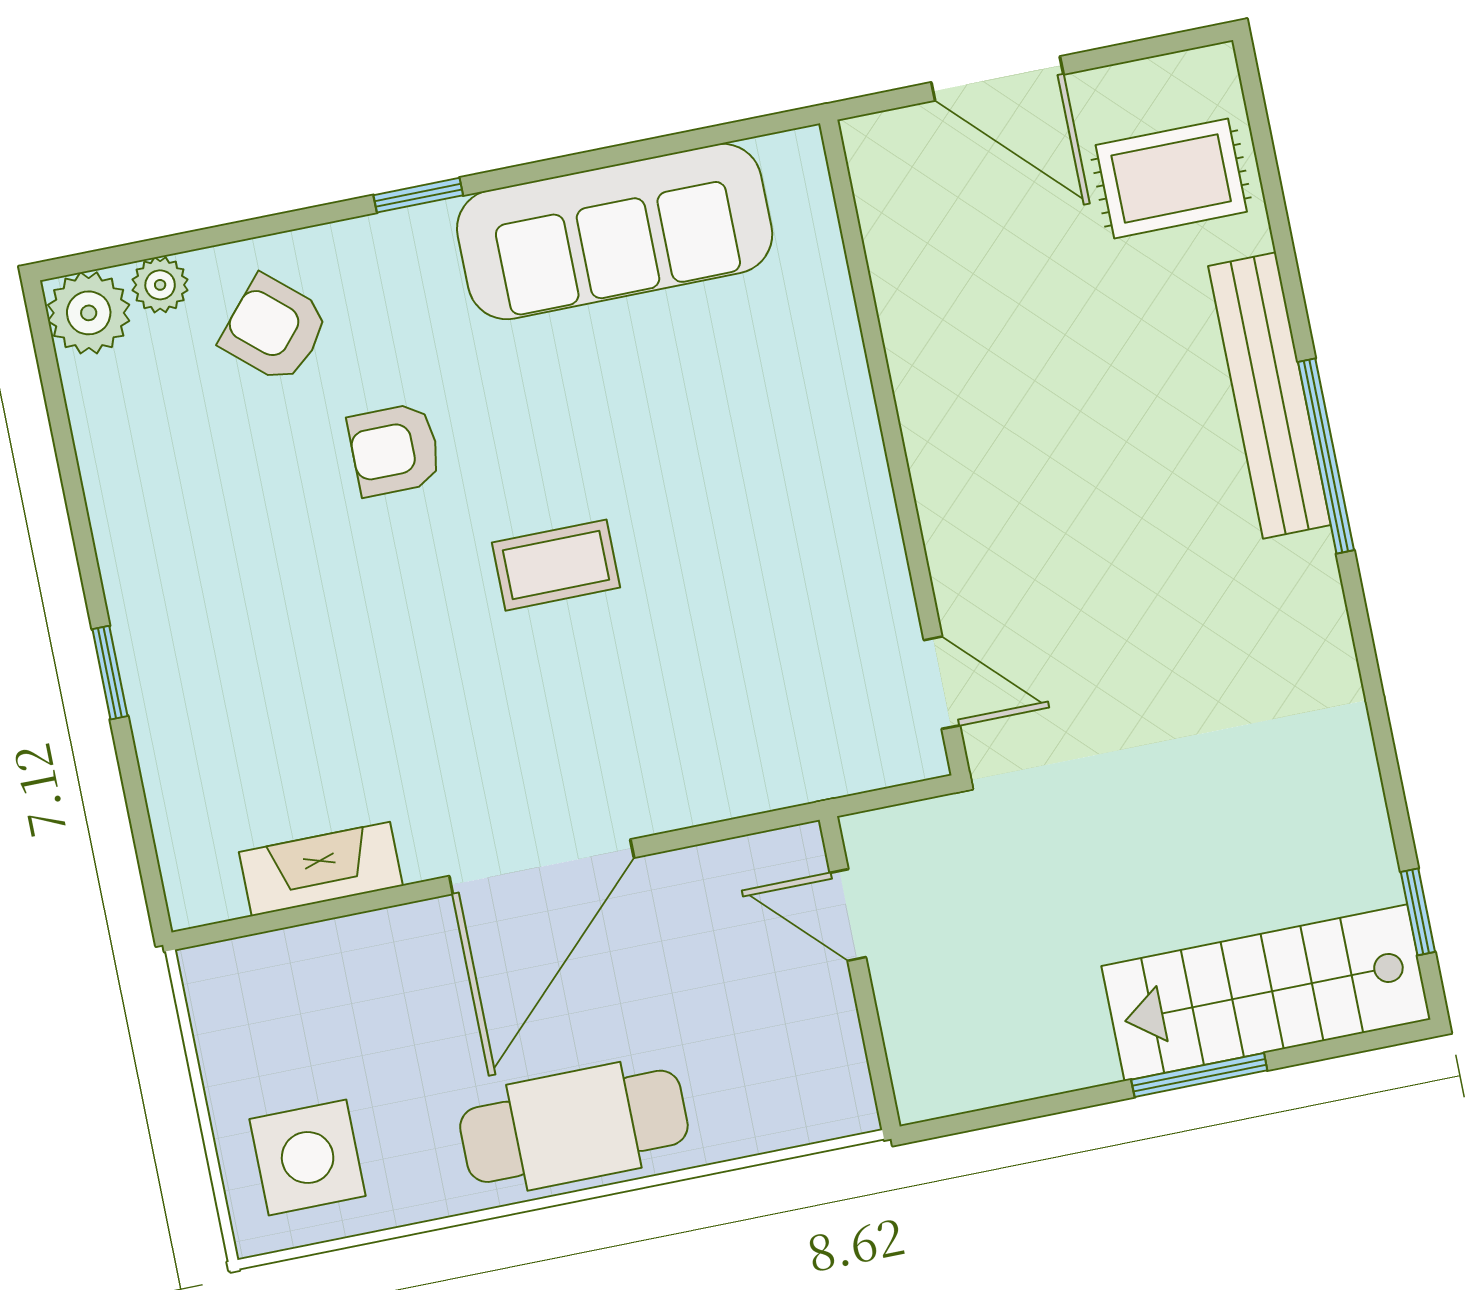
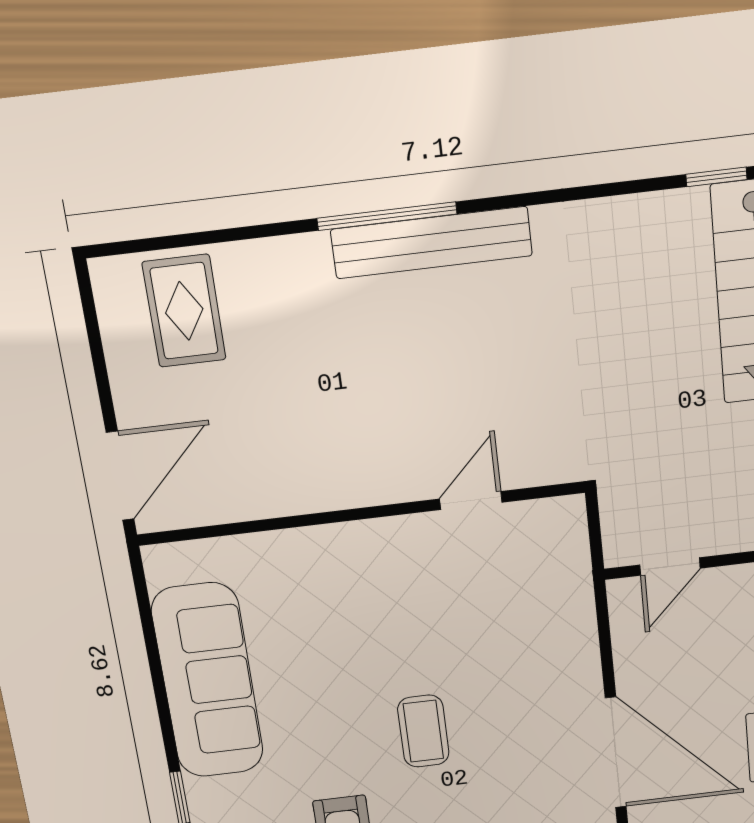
door: (997, 78) -> (120, 476), moved
bench: (1270, 396) -> (432, 243), moved
door: (942, 683) -> (471, 501), moved

